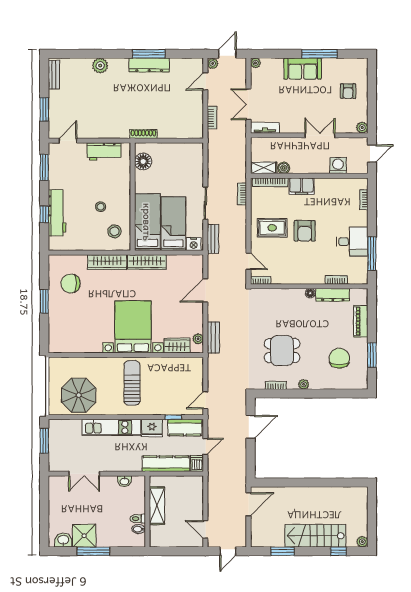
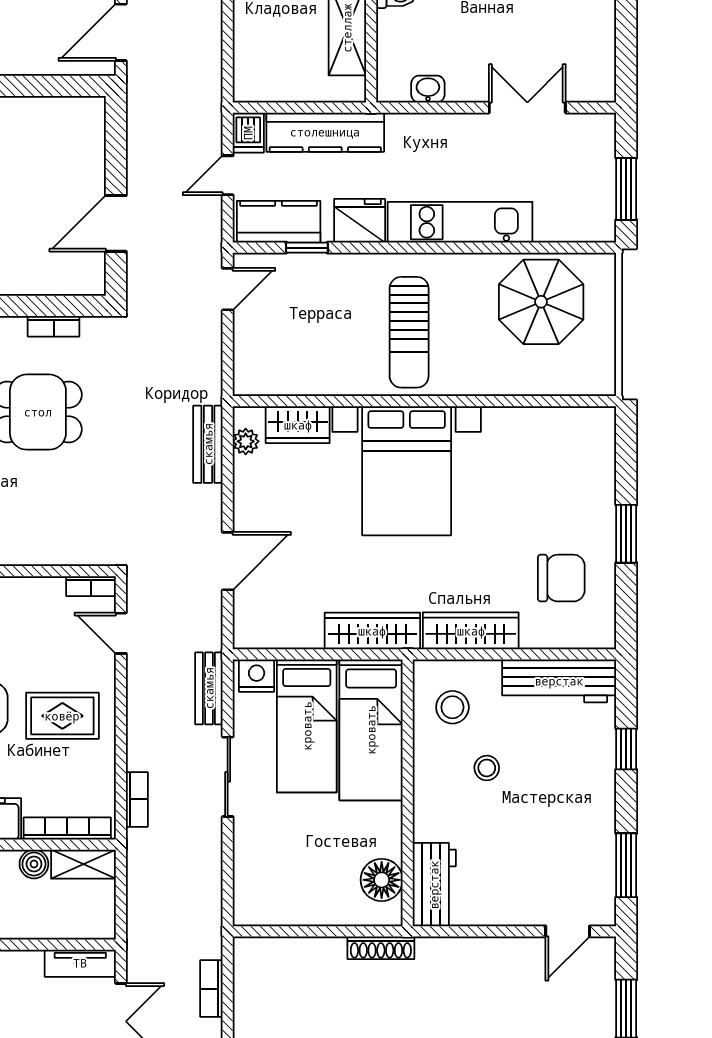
workbench: (104, 151) -> (434, 885), moved, turned 90
workbench: (57, 213) -> (559, 681), moved, turned -90

